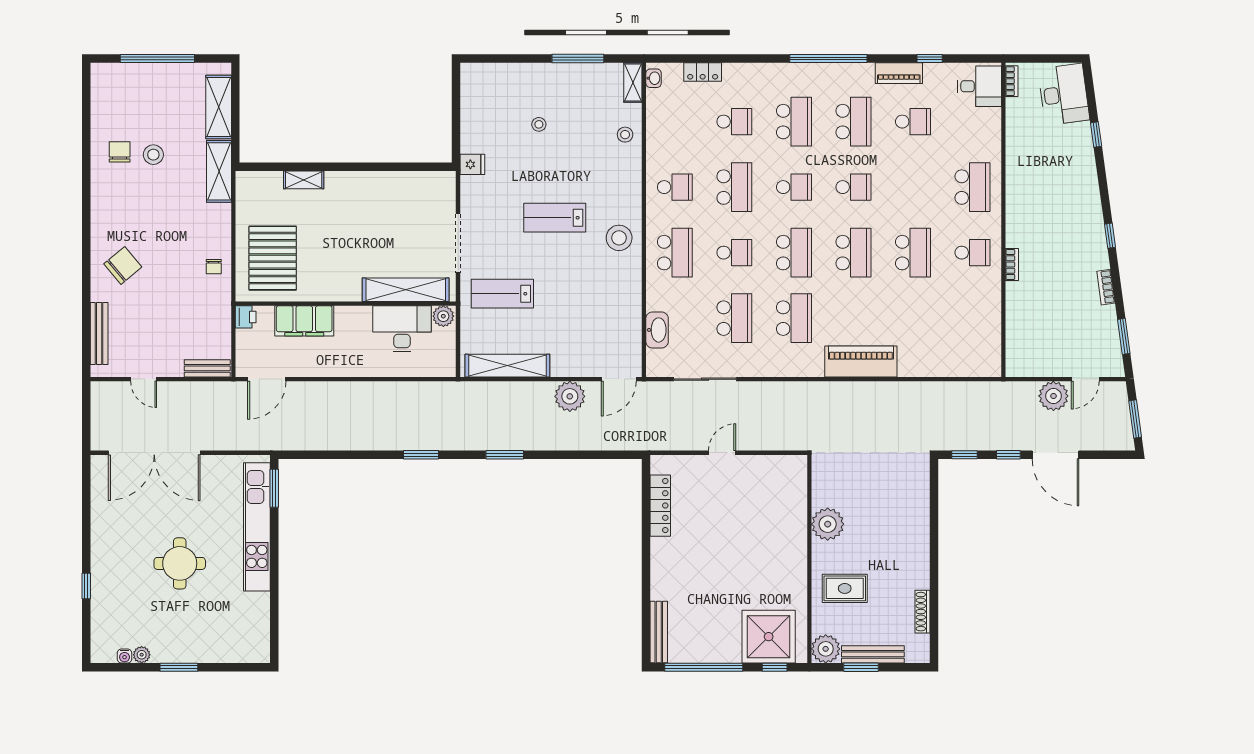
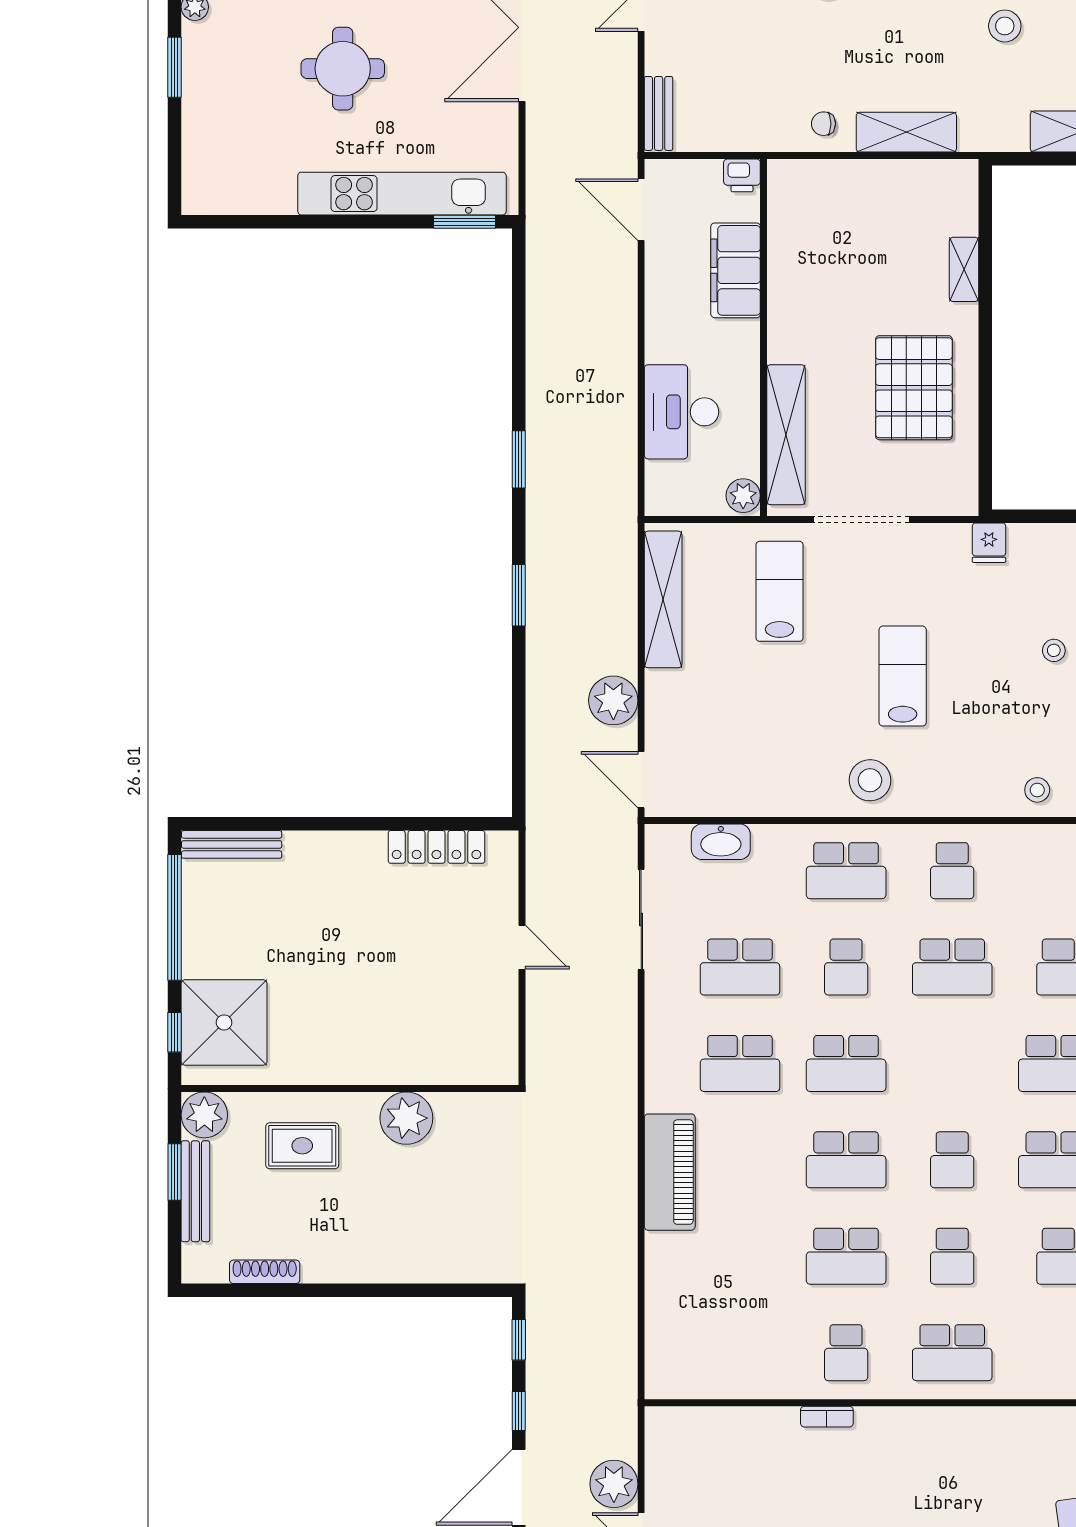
shelving: (219, 171) -> (906, 132), moved
school desk: (794, 187) -> (952, 1256), moved
pallet: (273, 258) -> (914, 388), moved, turned 90
desk: (402, 329) -> (682, 412), moved, turned 180
rug: (845, 588) -> (302, 1146), turned 90

